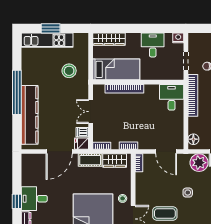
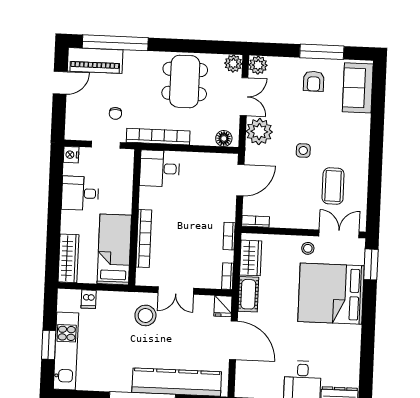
stool: (69, 71) -> (145, 315), moved
dishwasher: (82, 132) -> (89, 299), moved

